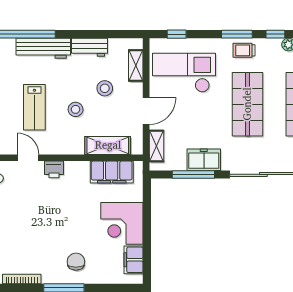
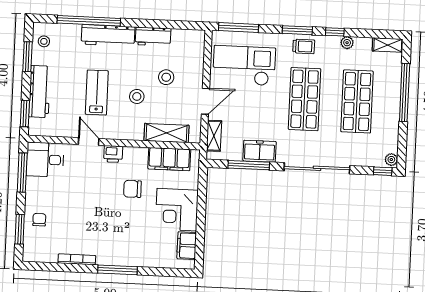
window: (177, 34) -> (239, 28), width x2.17
trolley: (244, 50) -> (304, 46), turned 180
shelving: (136, 66) -> (197, 56), removed
lab bench: (34, 107) -> (97, 93), turned 180
chair: (76, 262) -> (132, 189), moved, turned -90

